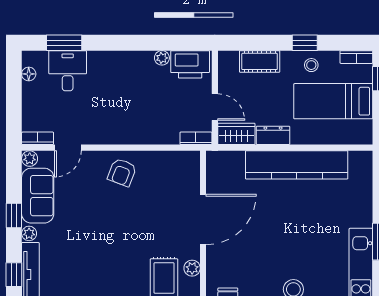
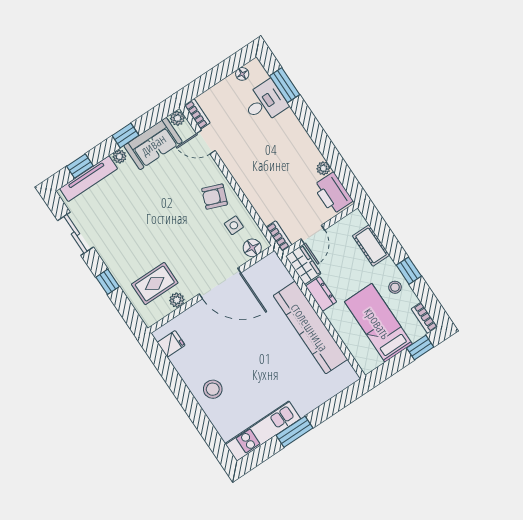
floor lamp: (190, 169) -> (252, 248), added
side table: (159, 172) -> (234, 225), added

